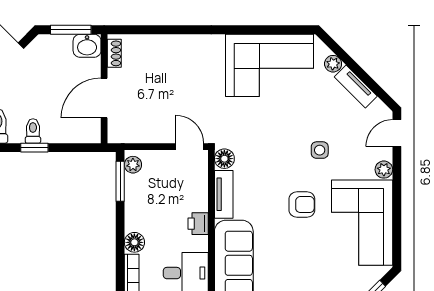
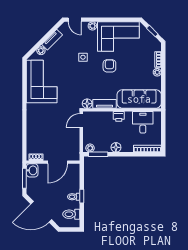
door: (104, 98) -> (58, 162), hinge flipped
floor lamp: (134, 242) -> (116, 147), moved

